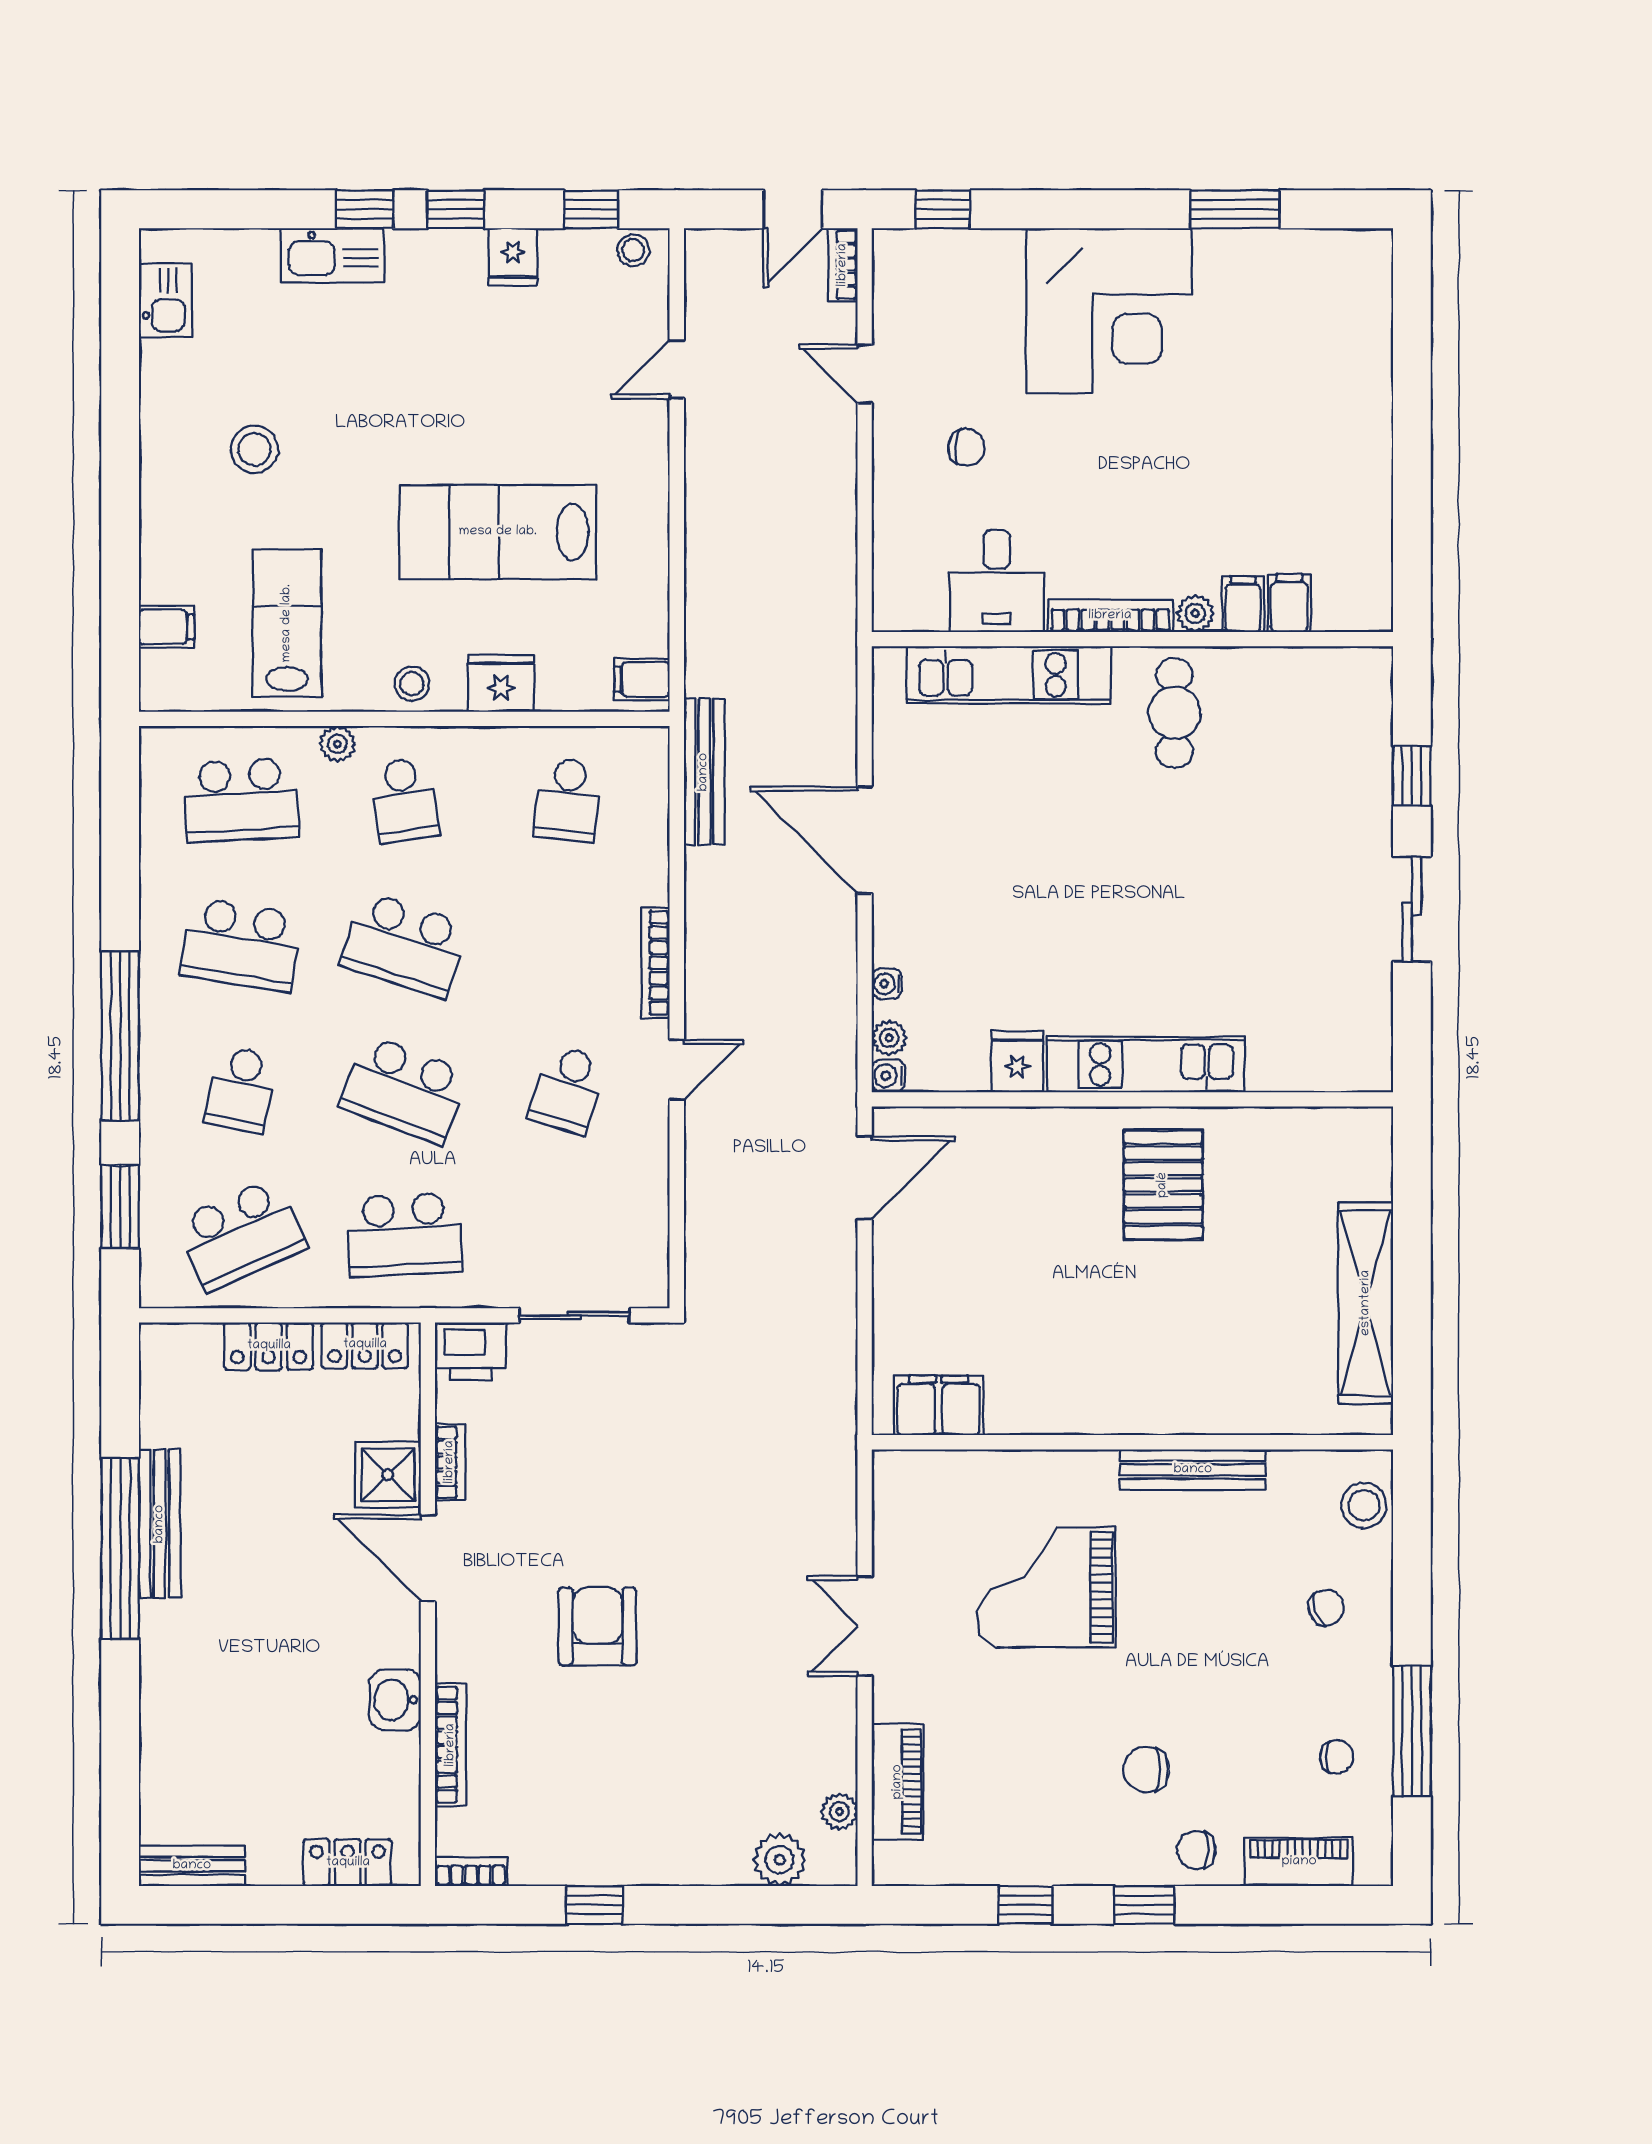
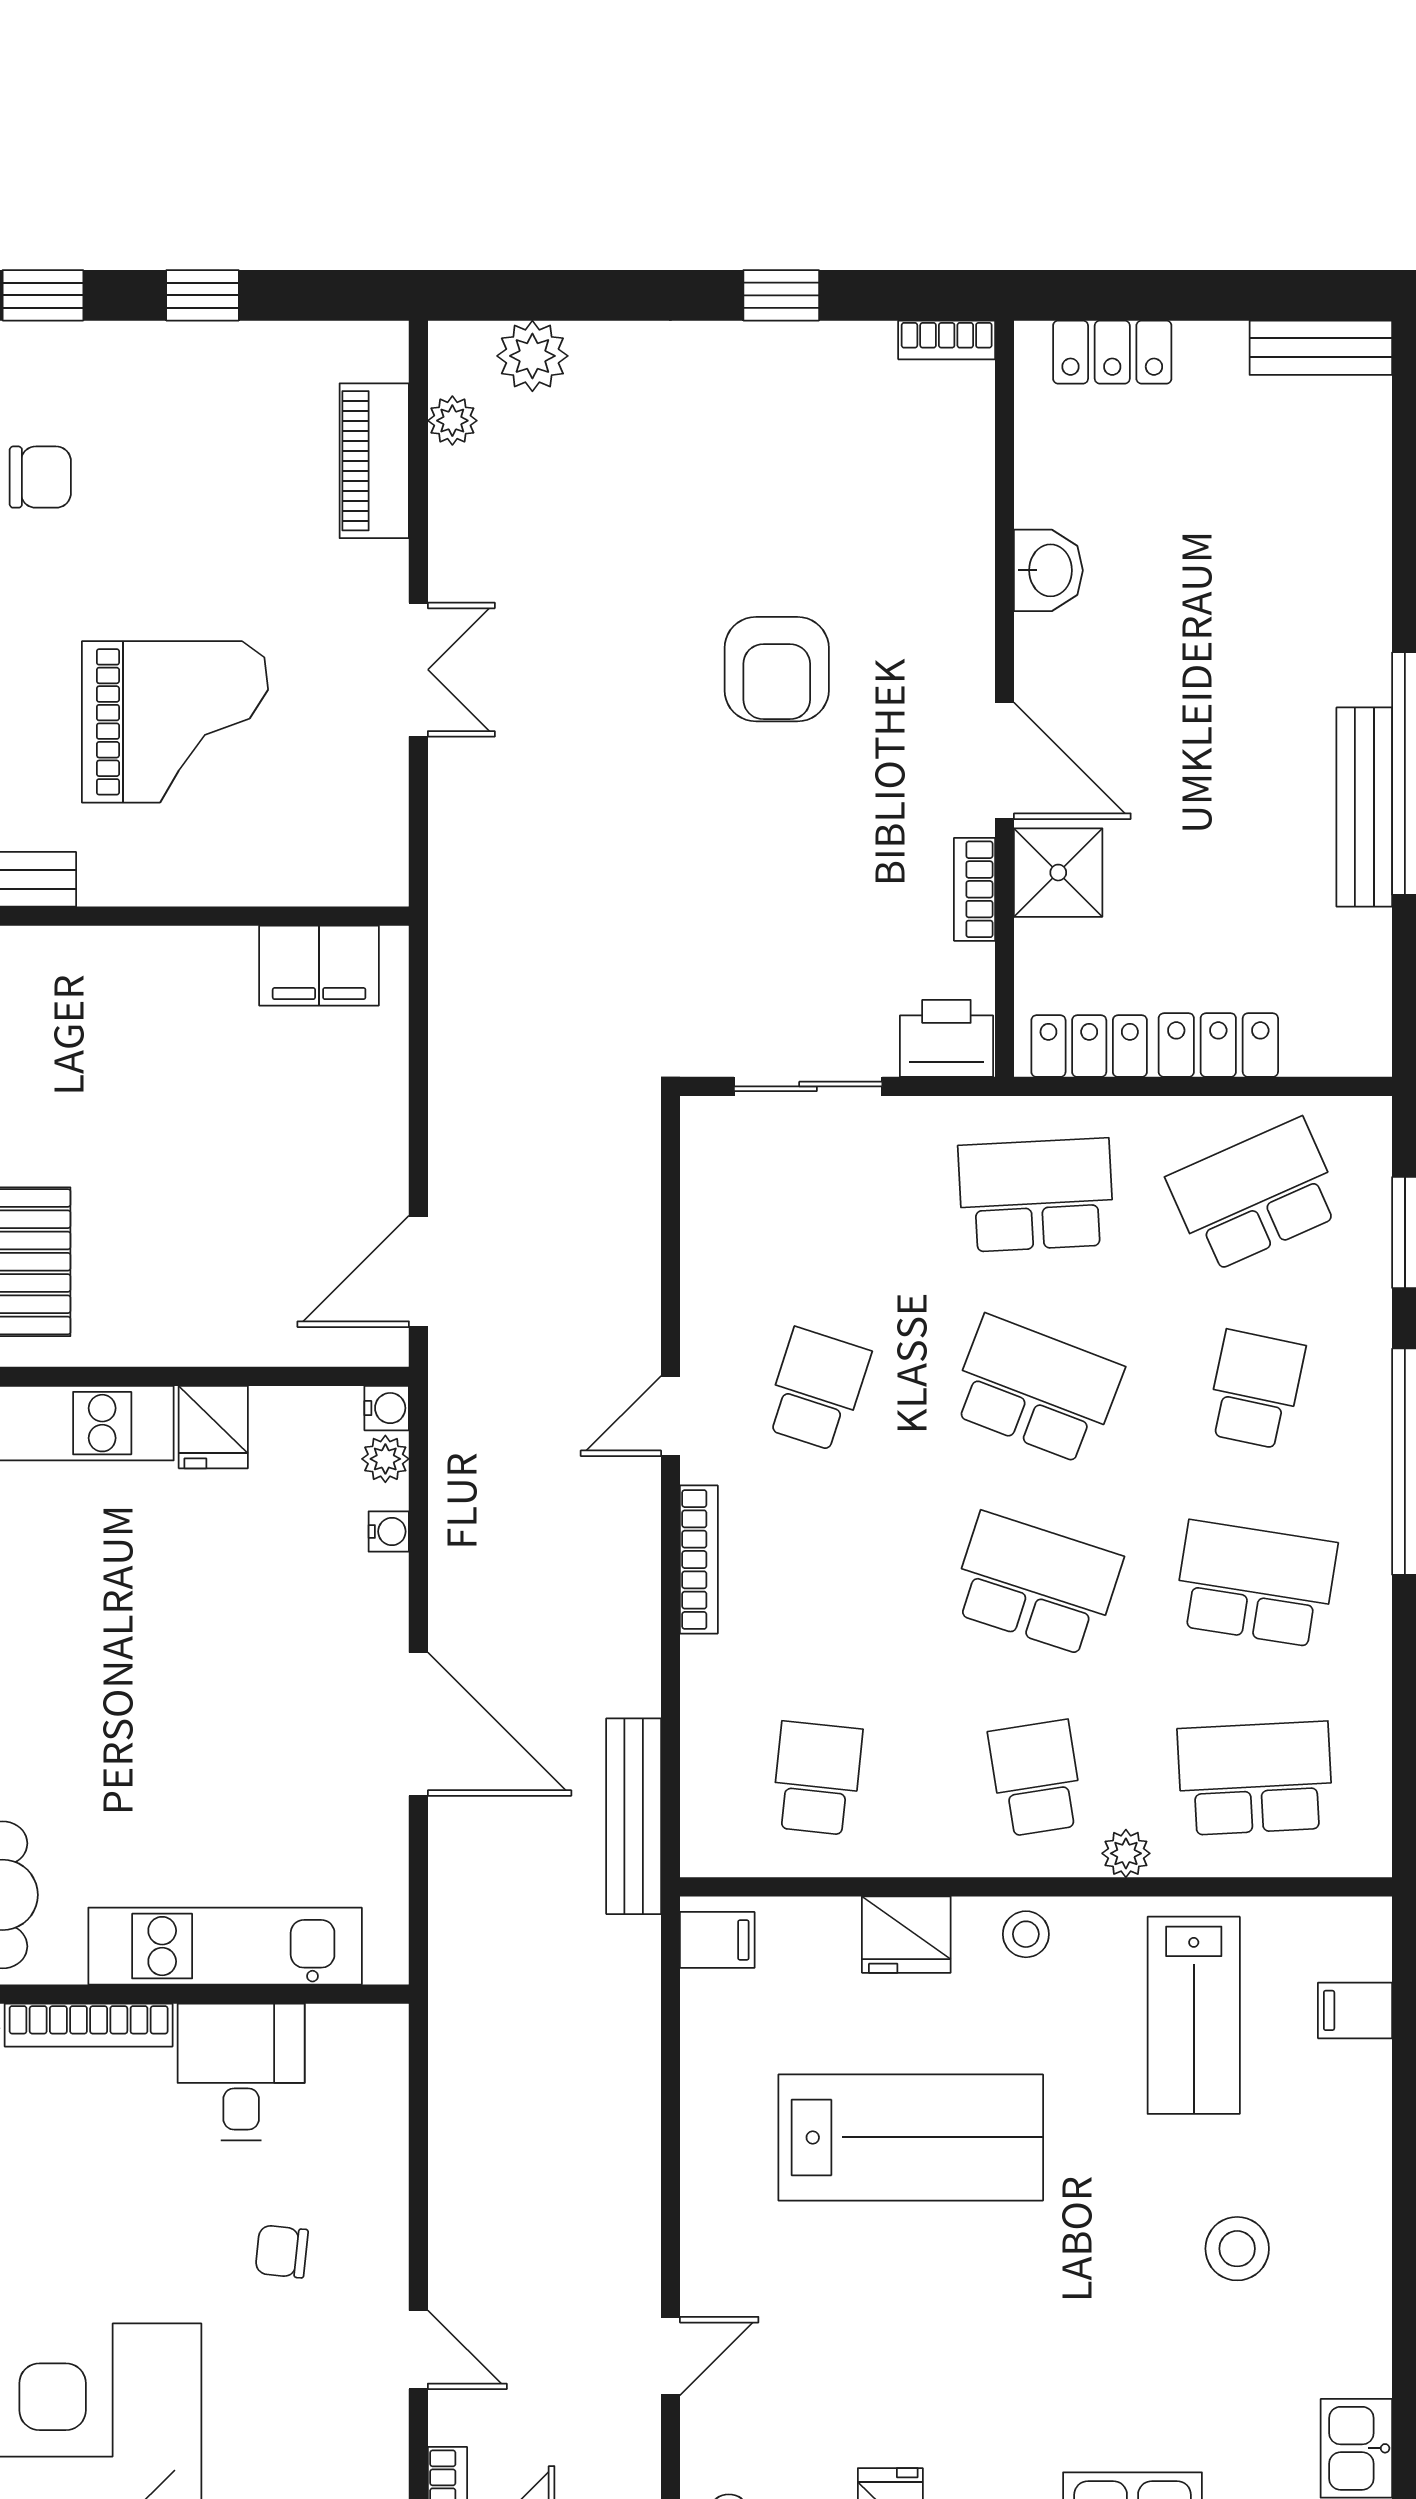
bookcase: (451, 1745) -> (974, 510), removed

